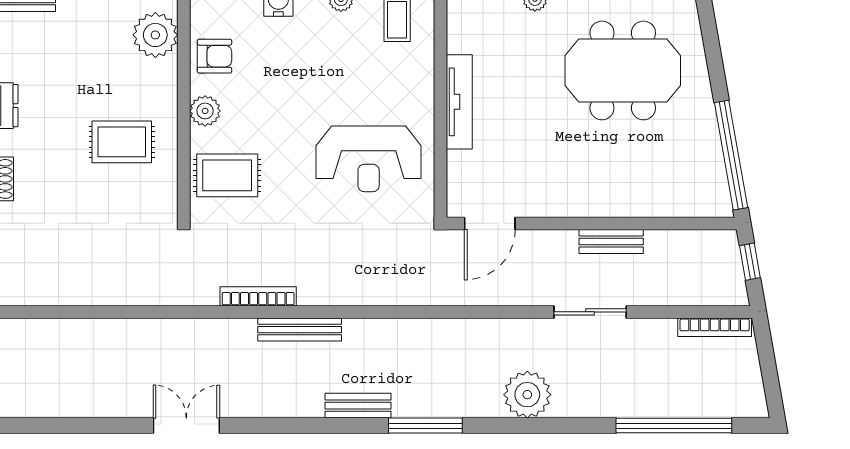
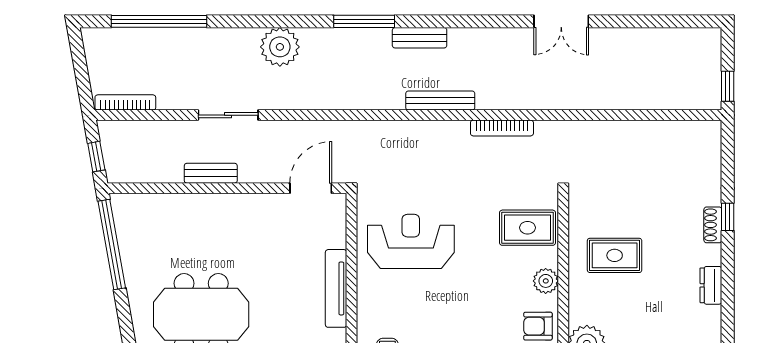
bench: (300, 330) -> (440, 101), moved

